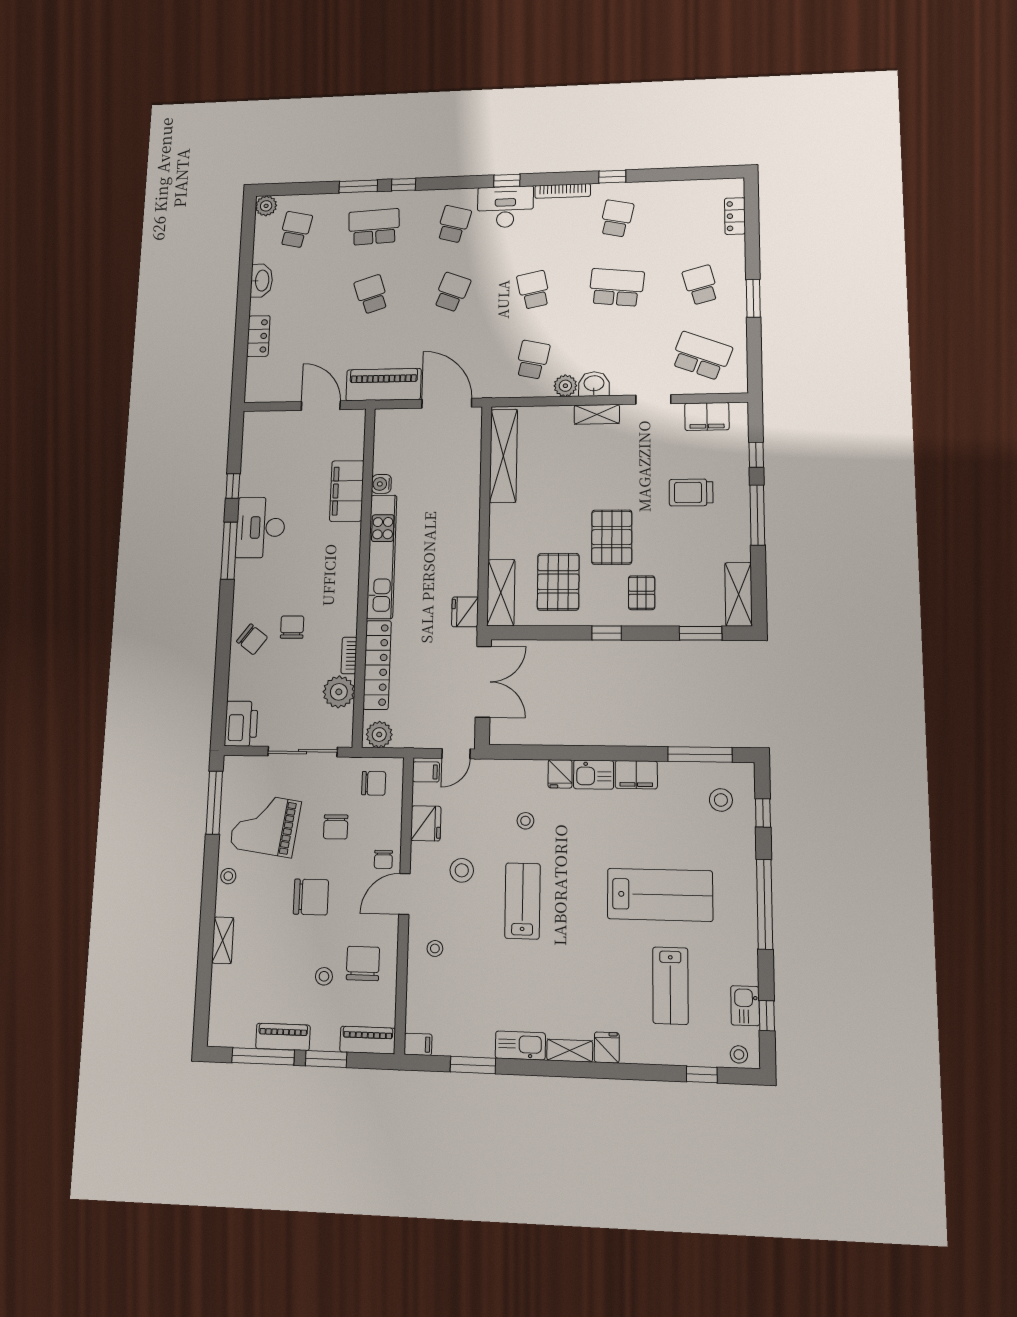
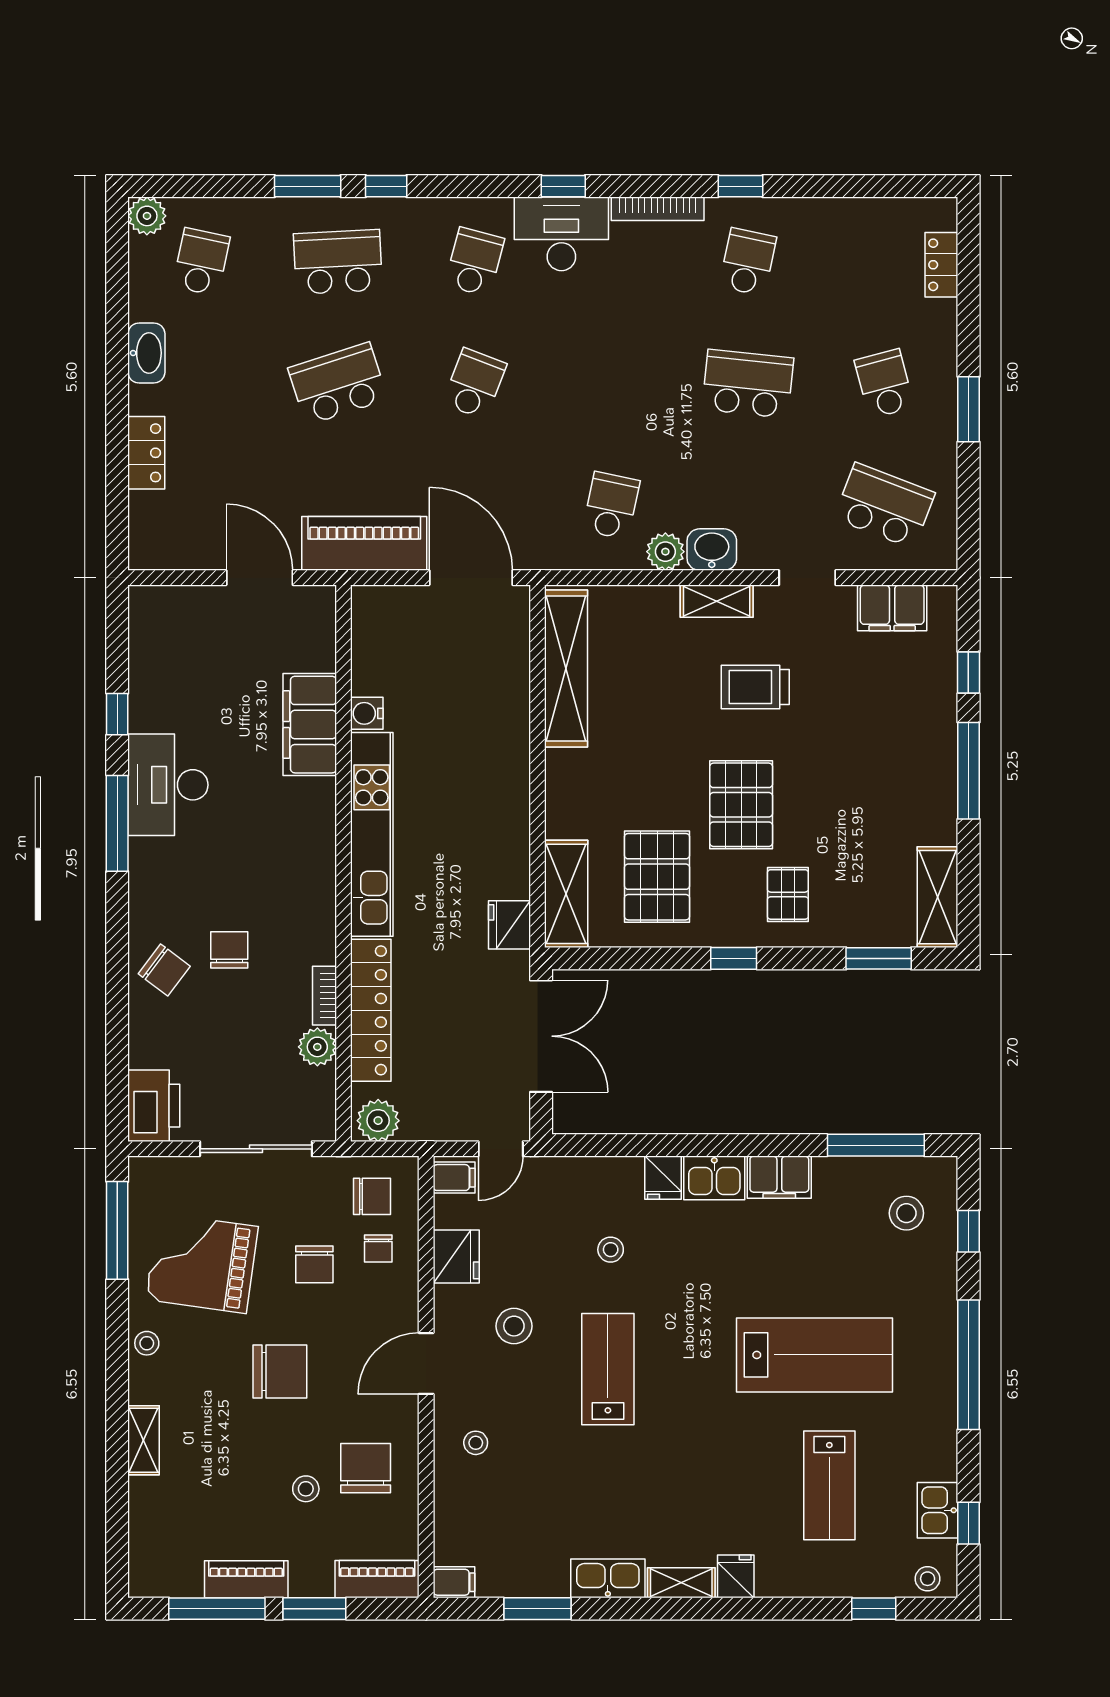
school desk: (534, 290) -> (611, 384), removed
school desk: (371, 294) -> (338, 384), width x1.85
trolley: (691, 492) -> (755, 687), moved
plant: (339, 692) -> (317, 1047), width x0.73, depth x0.73
chair: (383, 859) -> (378, 1249), moved

